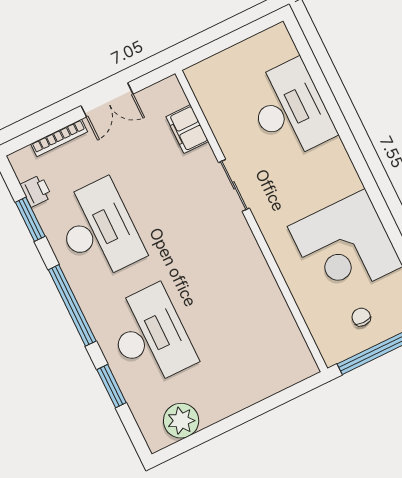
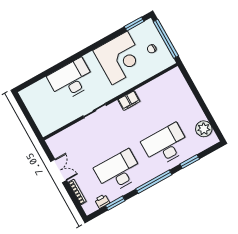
desk: (290, 110) -> (71, 80), moved
filing cabinet: (187, 129) -> (129, 100), moved

